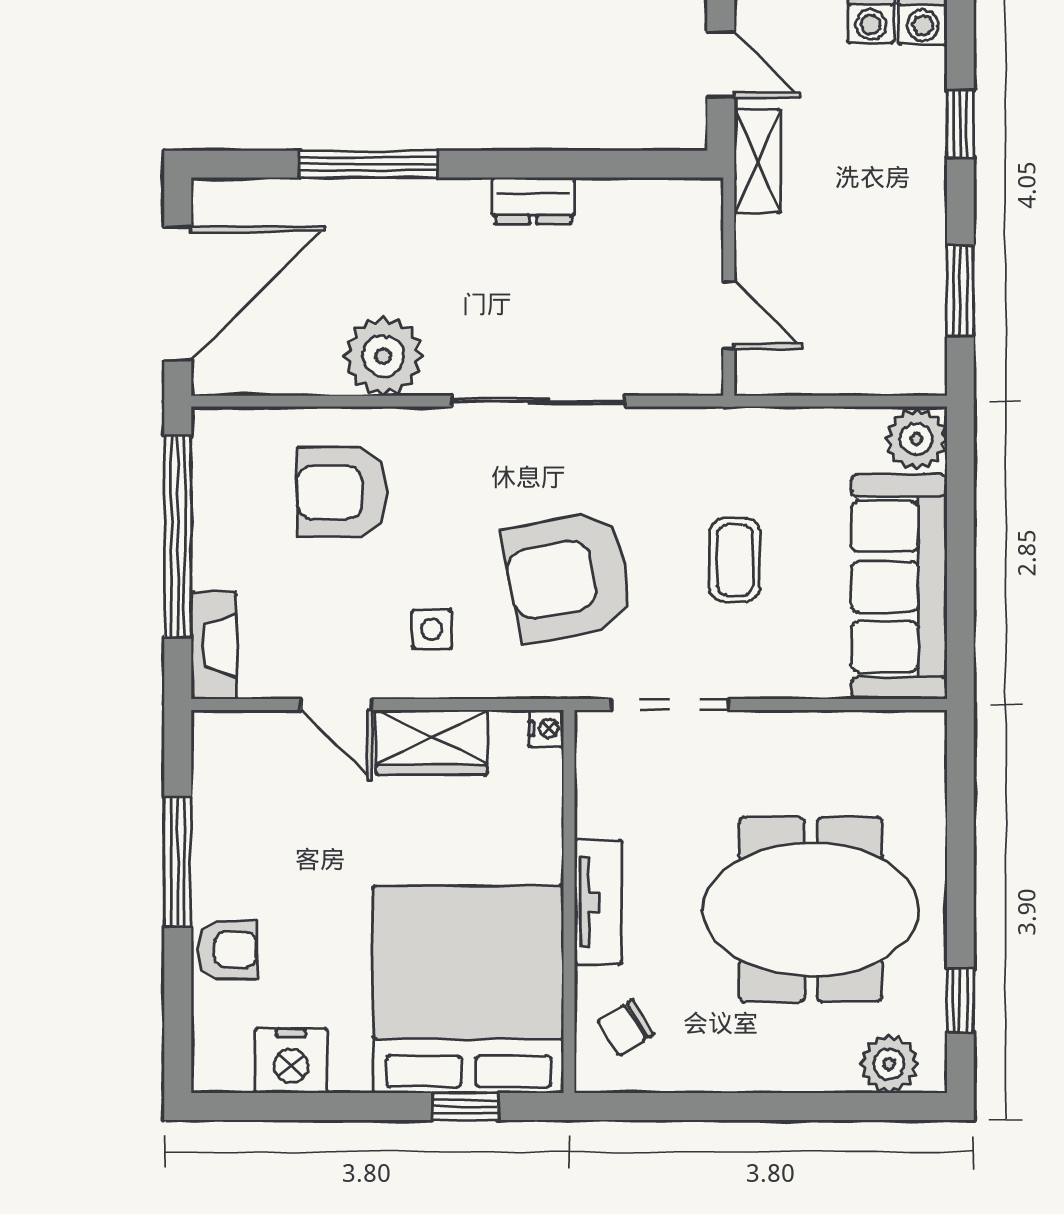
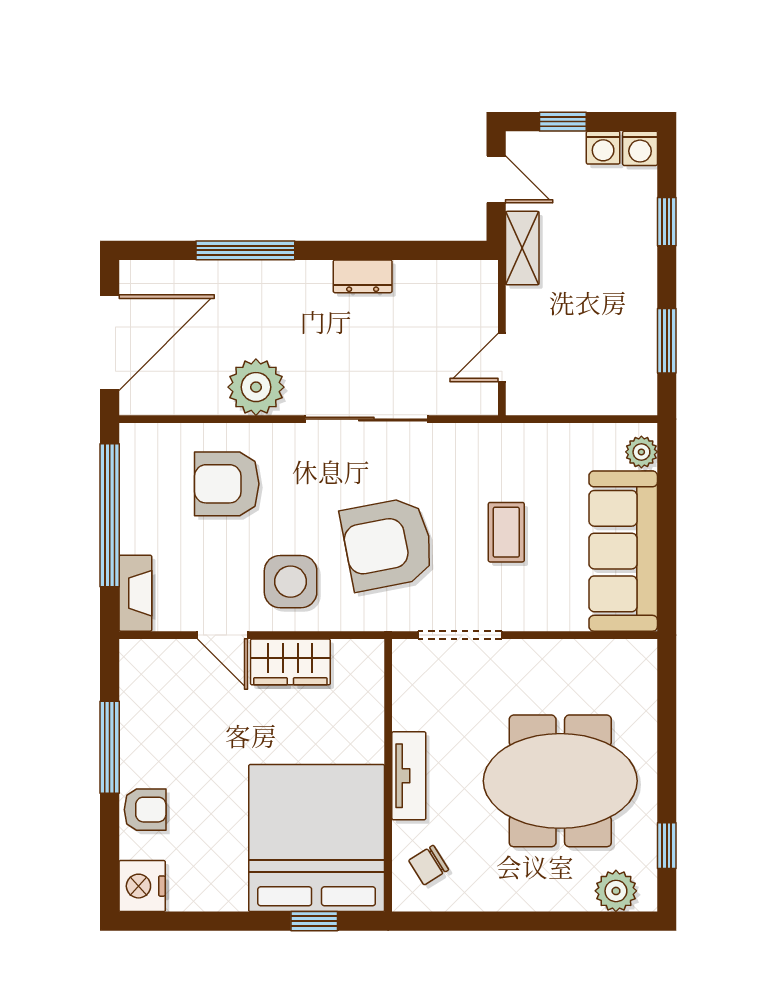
door: (729, 315) -> (502, 358), swing flipped
plant: (916, 439) -> (641, 452), width x0.73, depth x0.73
side table: (432, 629) -> (291, 582), width x1.87, depth x1.87
nightstand: (546, 728) -> (372, 652), removed
nightstand: (291, 1061) -> (142, 886), moved, turned 90

